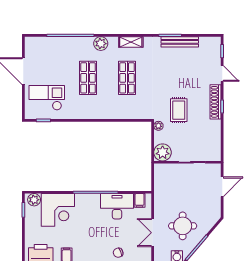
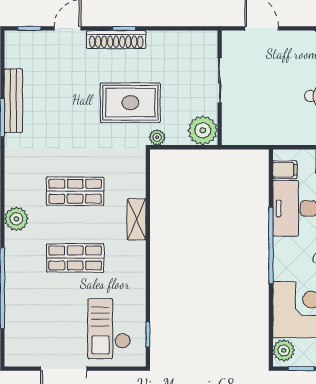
shelving: (131, 42) -> (137, 219), moved
plant: (101, 44) -> (16, 219), moved
rug: (179, 110) -> (130, 103), width x1.36, depth x1.43

